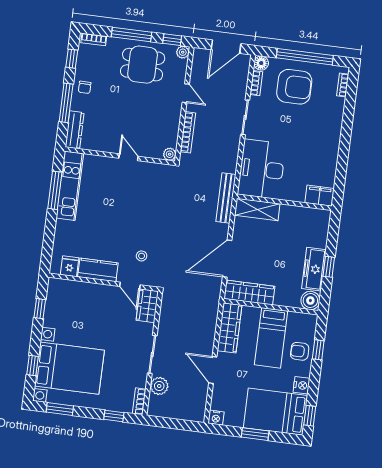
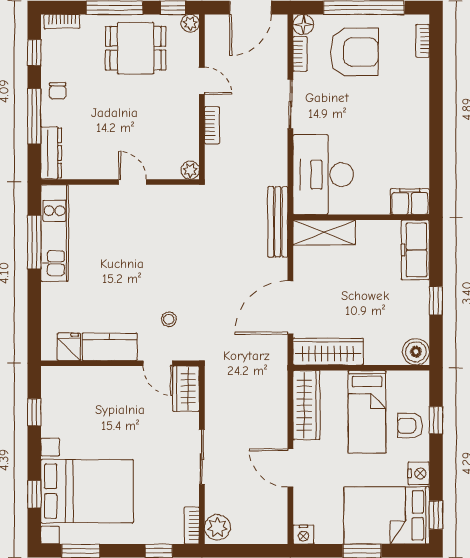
bookcase: (188, 132) -> (212, 125), width x0.64
freezer: (314, 269) -> (415, 250), moved
plant: (159, 386) -> (217, 527), moved

